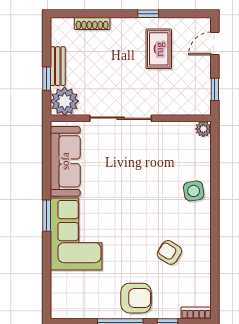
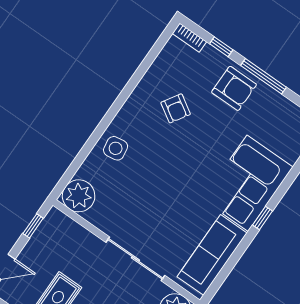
plant: (203, 129) -> (79, 196), width x1.87, depth x1.87
window: (47, 216) -> (263, 218), width x0.67
armchair: (136, 298) -> (234, 88), turned 180

